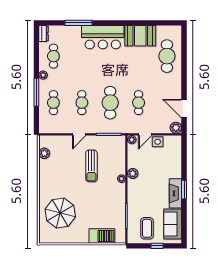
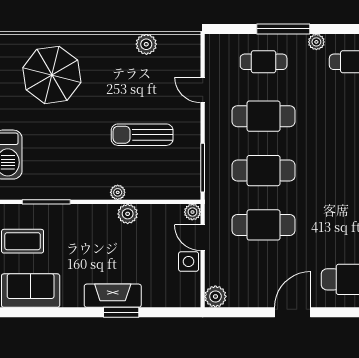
cafe table: (82, 103) -> (264, 116), width x1.37, depth x1.35
cafe table: (139, 103) -> (264, 225), width x1.37, depth x1.35
door: (184, 109) -> (292, 312), moved
door: (79, 134) -> (203, 90), moved
plant: (44, 153) -> (146, 44), moved
window: (184, 190) -> (121, 312), moved
fireplace: (175, 193) -> (113, 296), moved

